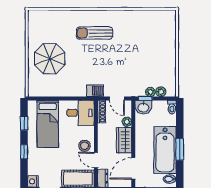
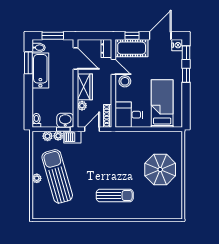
plant: (172, 50) -> (37, 178), added
sun lounger: (151, 52) -> (57, 176), added
barbecue: (95, 91) -> (72, 137), moved
door: (117, 98) -> (92, 129), hinge flipped
window: (24, 123) -> (186, 53), moved
window: (180, 149) -> (28, 63), moved
bathtub: (165, 150) -> (40, 71), width x0.73, depth x0.73
door: (133, 168) -> (75, 58), hinge flipped

